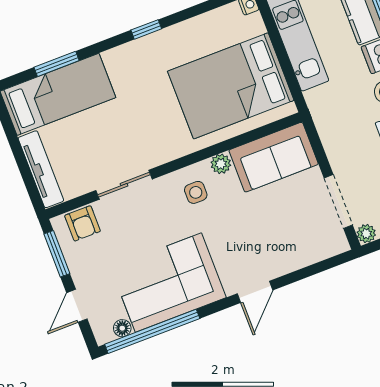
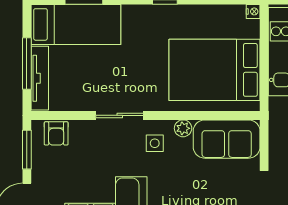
window: (20, 158) -> (27, 64), added
sliding door: (124, 185) -> (120, 115), moved

